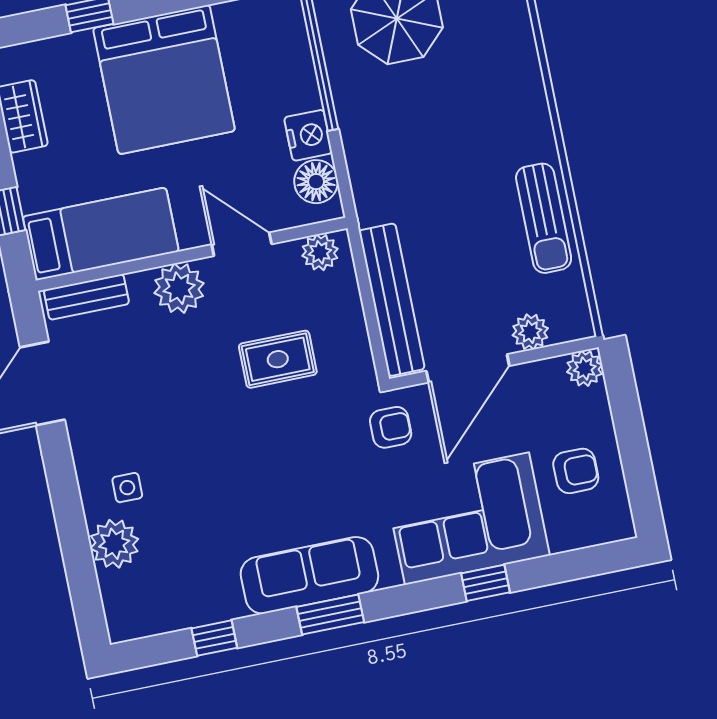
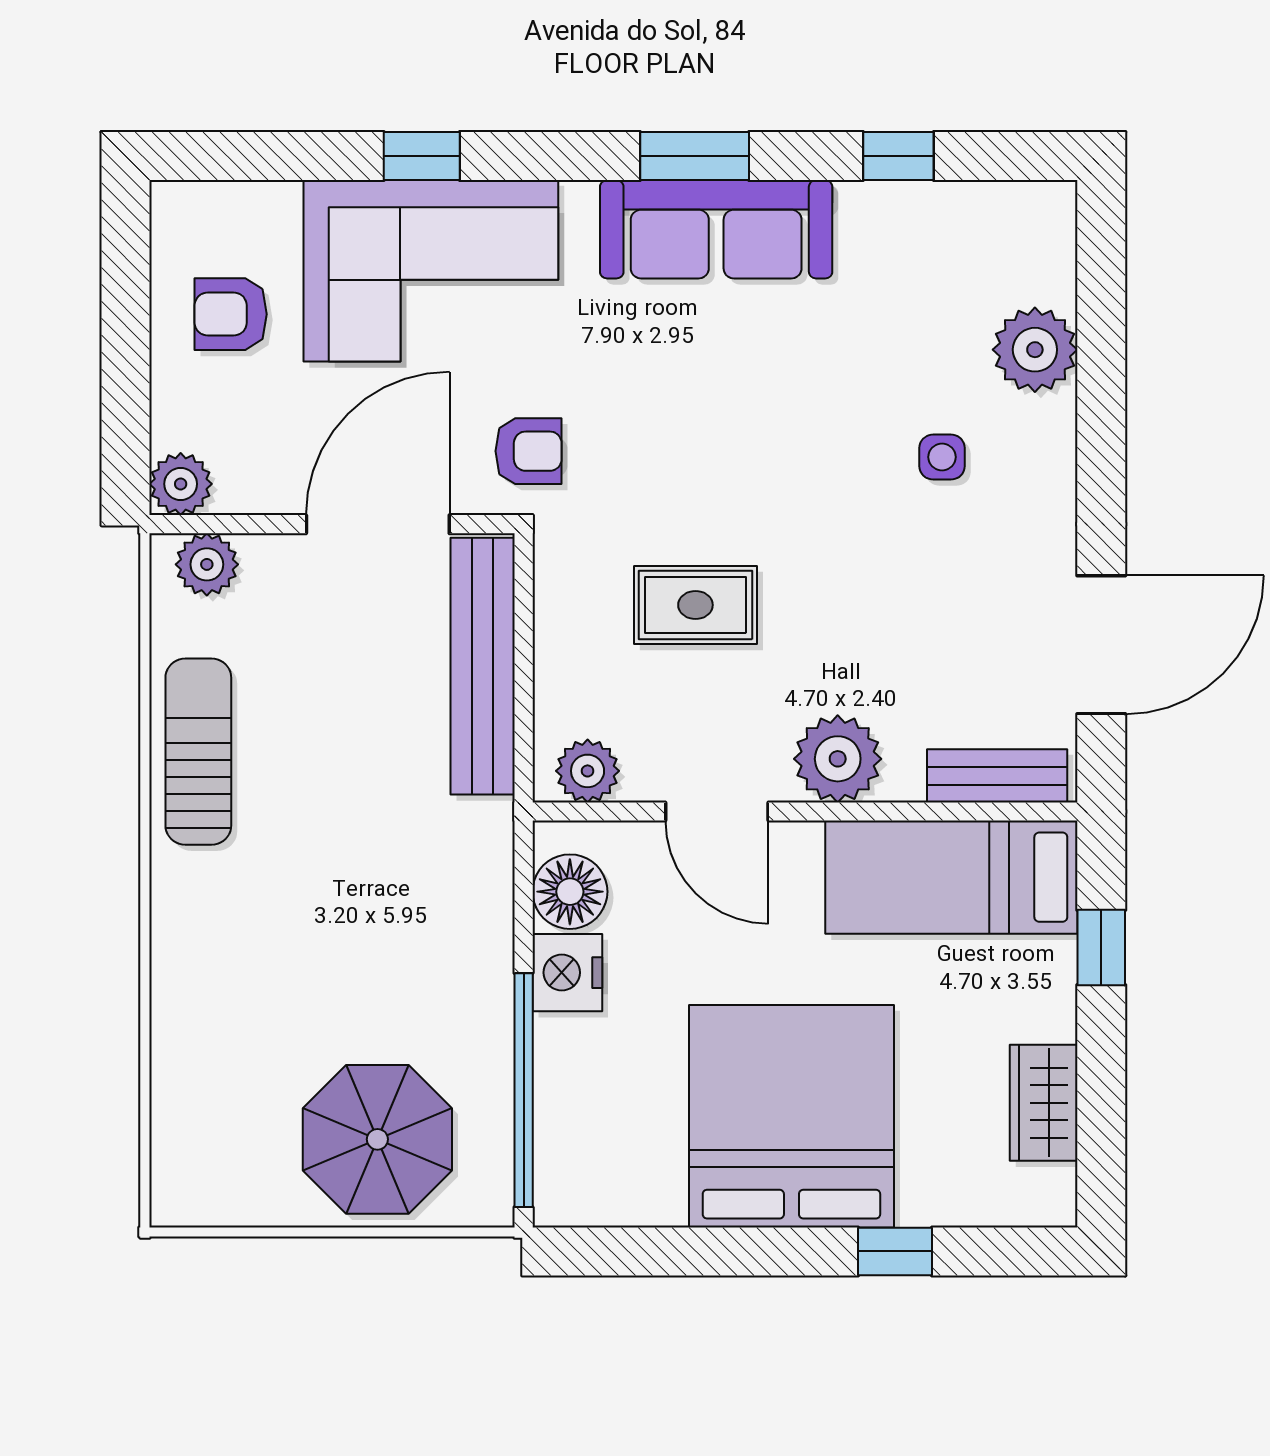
plant: (530, 332) -> (207, 564), moved
armchair: (391, 427) -> (528, 451), turned 180
side table: (127, 488) -> (942, 457), moved

